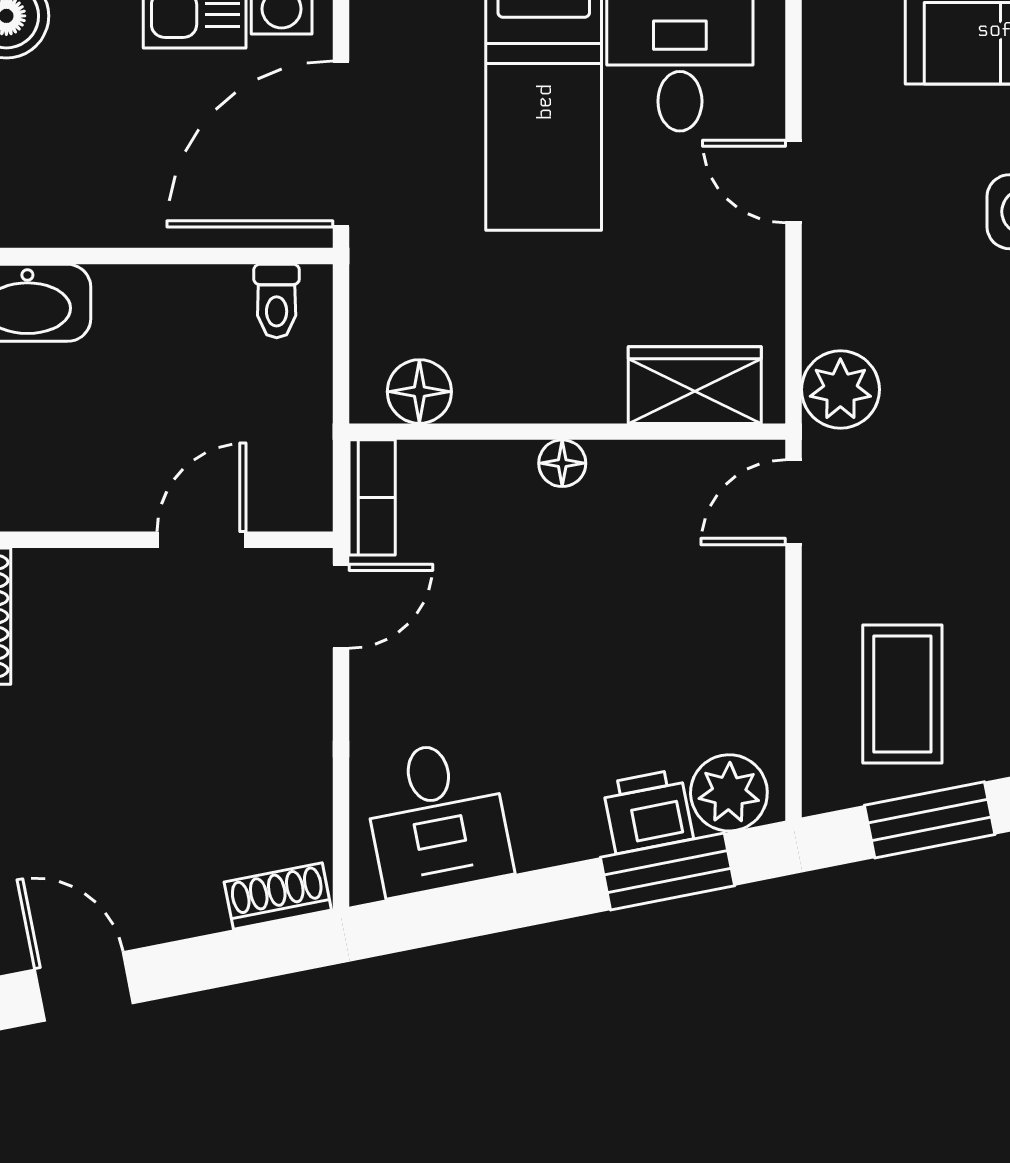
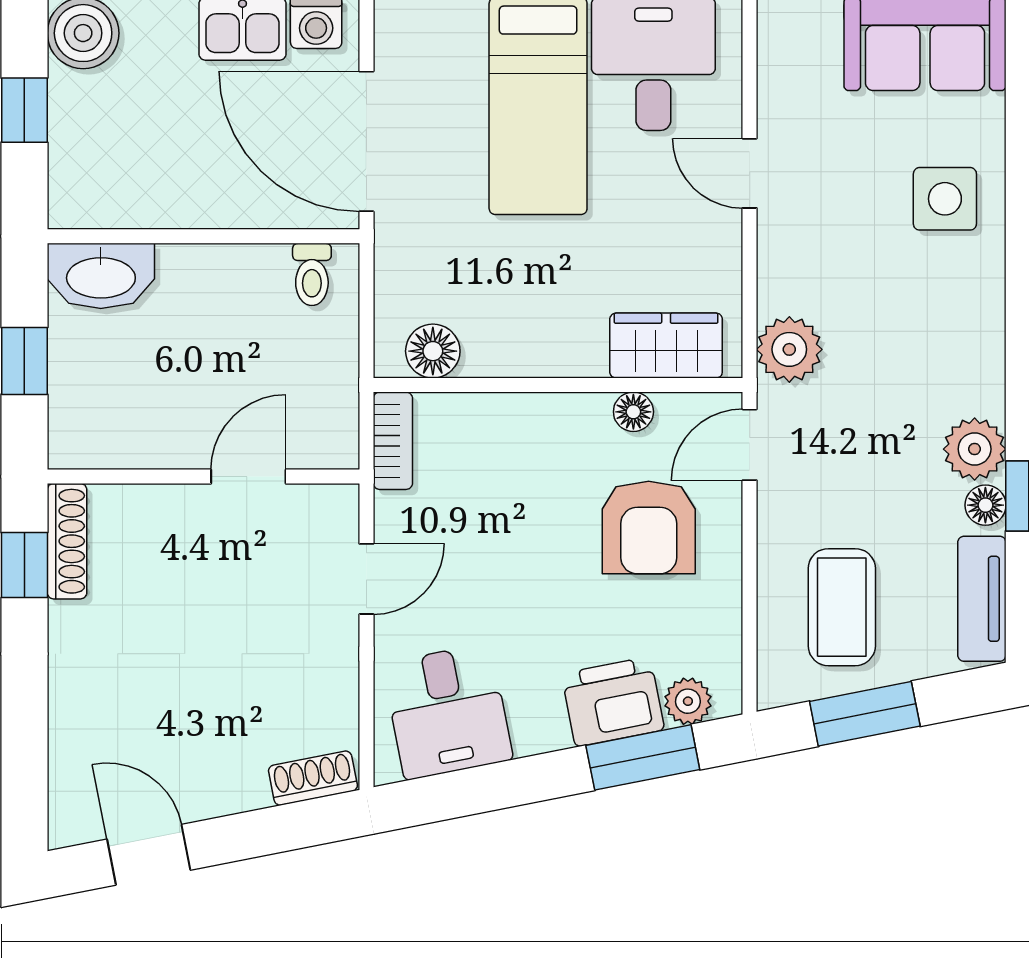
door: (341, 144) -> (366, 141), hinge flipped
floor lamp: (562, 463) -> (633, 412), moved
armchair: (674, 600) -> (649, 528), added
door: (341, 606) -> (366, 579), moved
plant: (729, 793) -> (688, 701), width x0.73, depth x0.73
printer: (648, 811) -> (613, 702), width x1.36, depth x1.24

